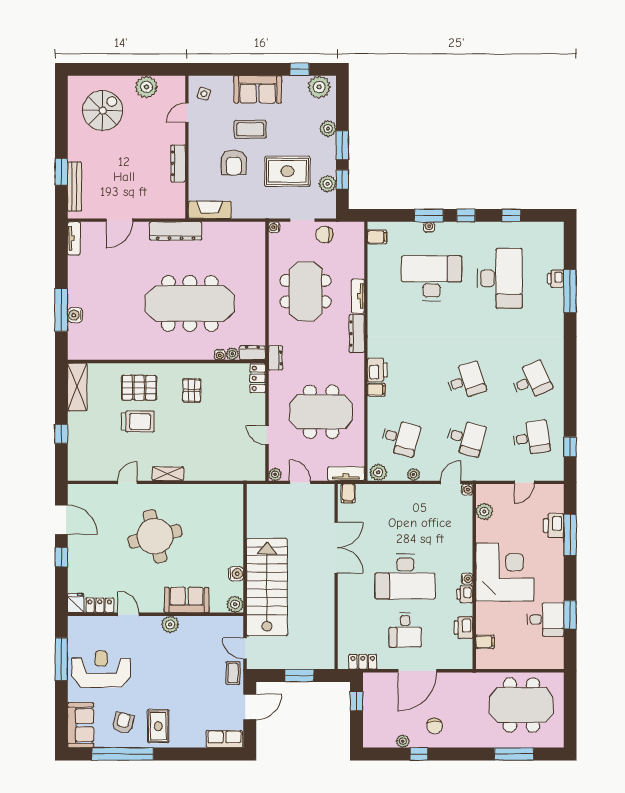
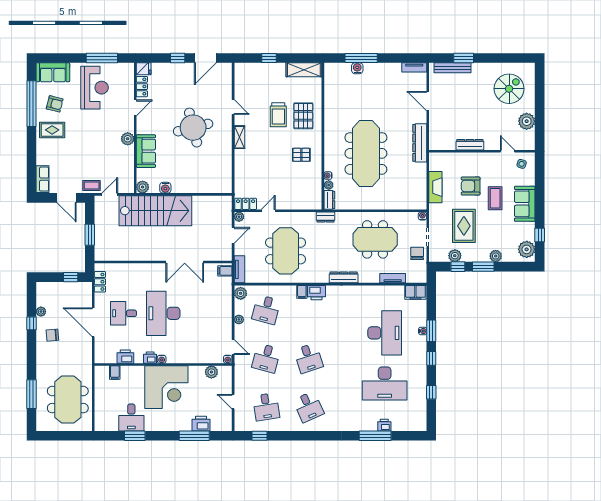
spiral stairs: (103, 111) -> (509, 89), turned -90
fireplace: (210, 210) -> (435, 187), moved
filing cabinet: (377, 237) -> (415, 292), width x2.00
tv unit: (358, 296) -> (393, 278), moved
locker: (258, 378) -> (246, 204), moved

